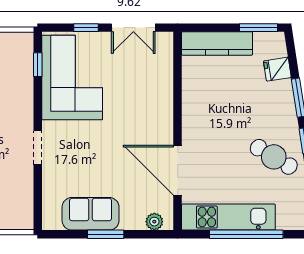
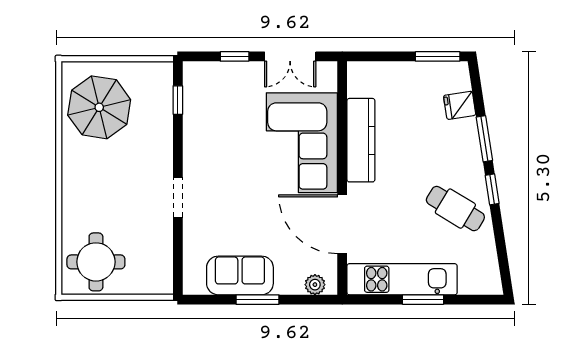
kitchen counter: (217, 43) -> (361, 140), moved, turned -90
corner sofa: (72, 77) -> (302, 143), moved, turned 180
window: (246, 234) -> (423, 300), width x0.47

